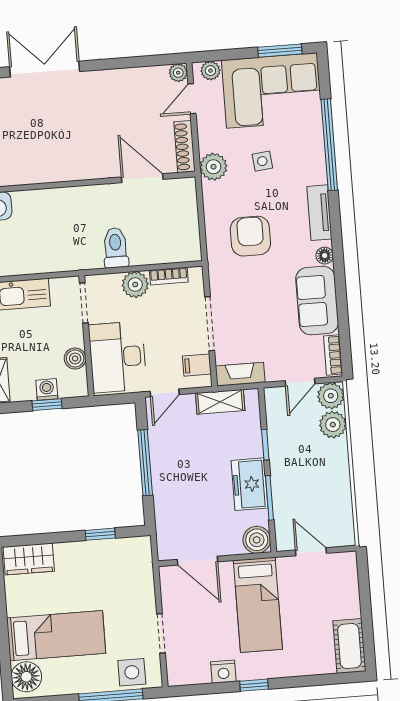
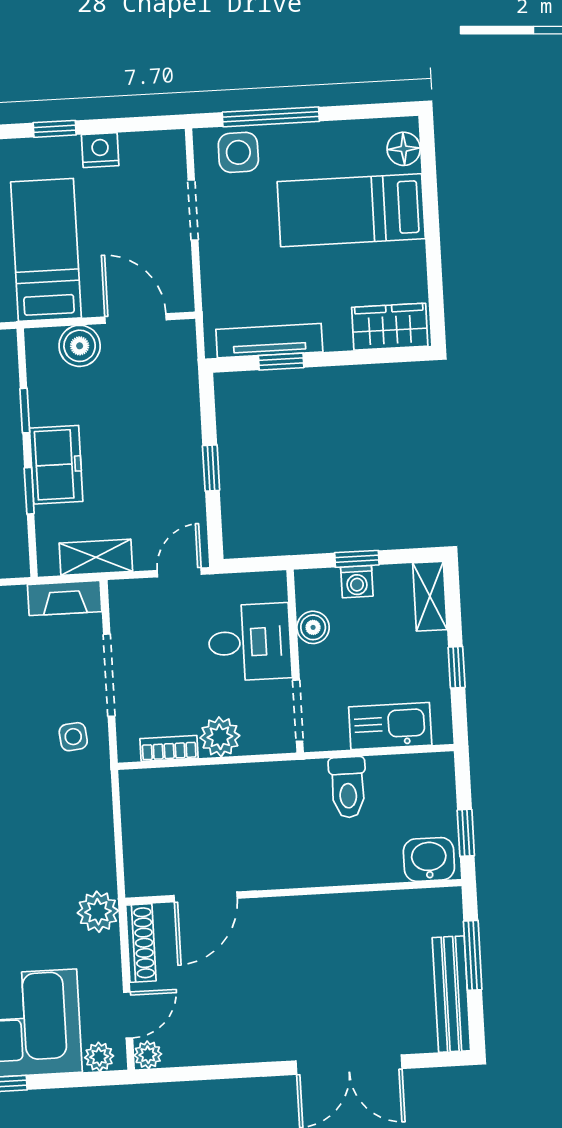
side table: (262, 161) -> (73, 737), moved
door: (142, 178) -> (206, 897), hinge flipped
armchair: (250, 236) -> (45, 806), removed
toilet: (116, 248) -> (348, 787), moved
desk: (118, 357) -> (250, 642), width x0.73
filing cabinet: (197, 365) -> (130, 613), removed
window: (145, 463) -> (211, 468), width x0.46
freezer: (250, 484) -> (56, 465), moved
window: (270, 498) -> (25, 411), width x0.67
boiler: (257, 540) -> (80, 346), moved
tv unit: (108, 548) -> (269, 341), added
floor lamp: (26, 677) -> (404, 149), width x0.73, depth x0.73

